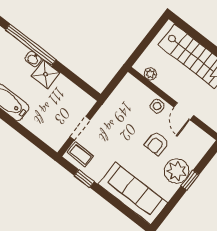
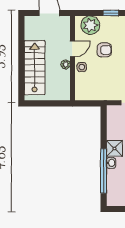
plant: (150, 74) -> (66, 64), moved
plant: (177, 171) -> (90, 25), moved

